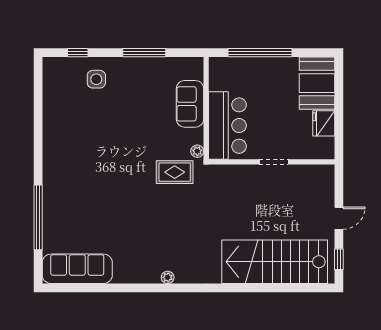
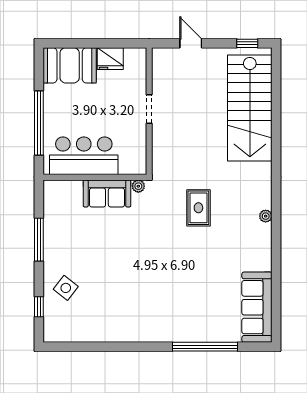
side table: (96, 79) -> (66, 288), turned 38
sofa: (190, 104) -> (107, 193), moved
bar counter: (227, 126) -> (84, 156), moved
rug: (175, 172) -> (198, 208), moved
door: (339, 218) -> (191, 43), moved

